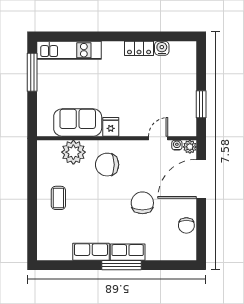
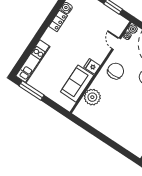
chair: (107, 165) -> (116, 71), moved, turned 180
coffee table: (58, 198) -> (113, 123), removed

